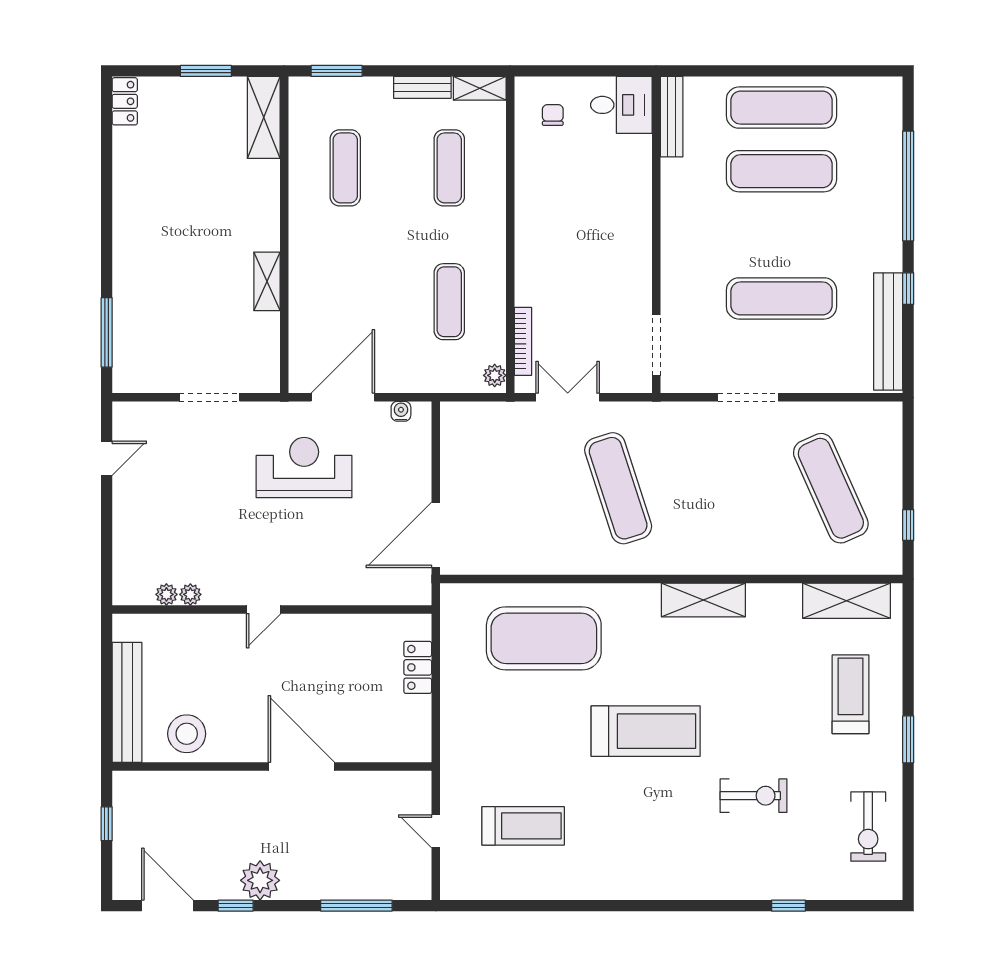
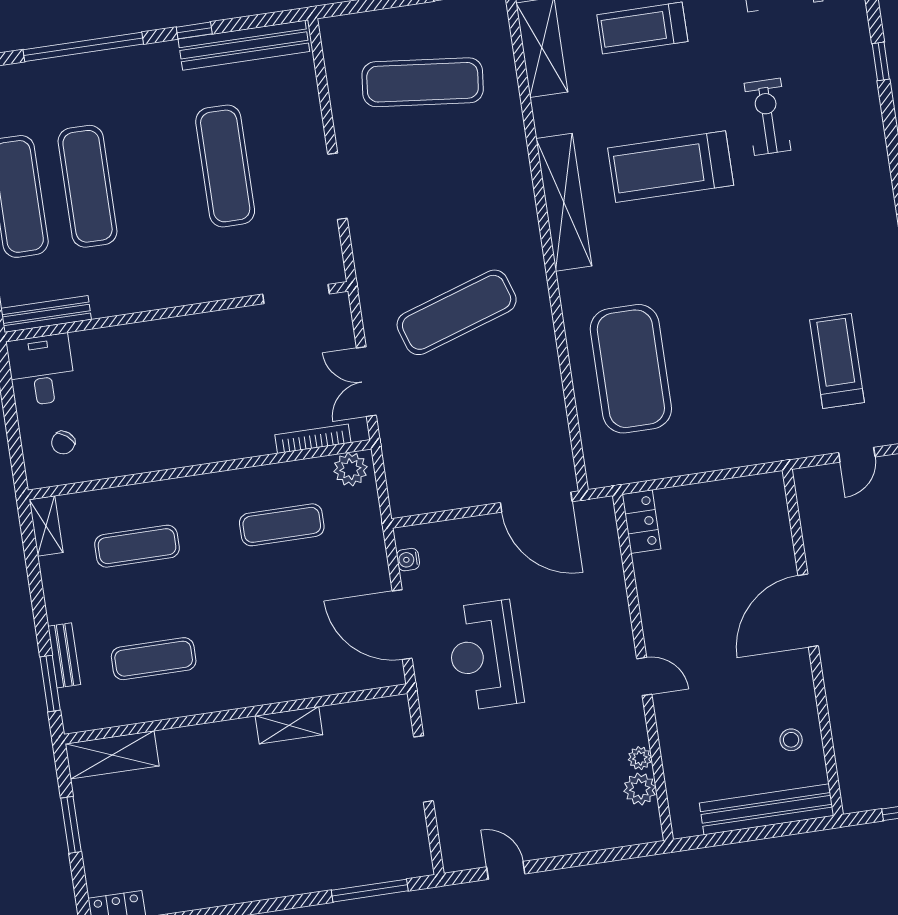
bench: (422, 87) -> (64, 655), moved
chair: (553, 115) -> (63, 443), turned -51
plant: (495, 375) -> (350, 469), width x1.38, depth x1.38
exercise mat: (831, 488) -> (423, 82), turned 30
plant: (166, 594) -> (640, 789), width x1.38, depth x1.38
shelving: (703, 600) -> (564, 202), width x1.47
locker: (418, 667) -> (641, 522), moved, turned -90
treadmill: (646, 731) -> (671, 167), moved, turned -90
stool: (187, 734) -> (791, 740), width x0.53, depth x0.53

